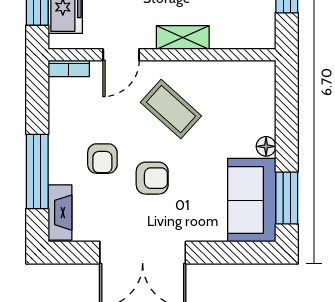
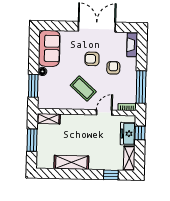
shelving: (183, 37) -> (49, 119), moved
window: (37, 171) -> (141, 87), moved
window: (287, 198) -> (33, 86), moved

